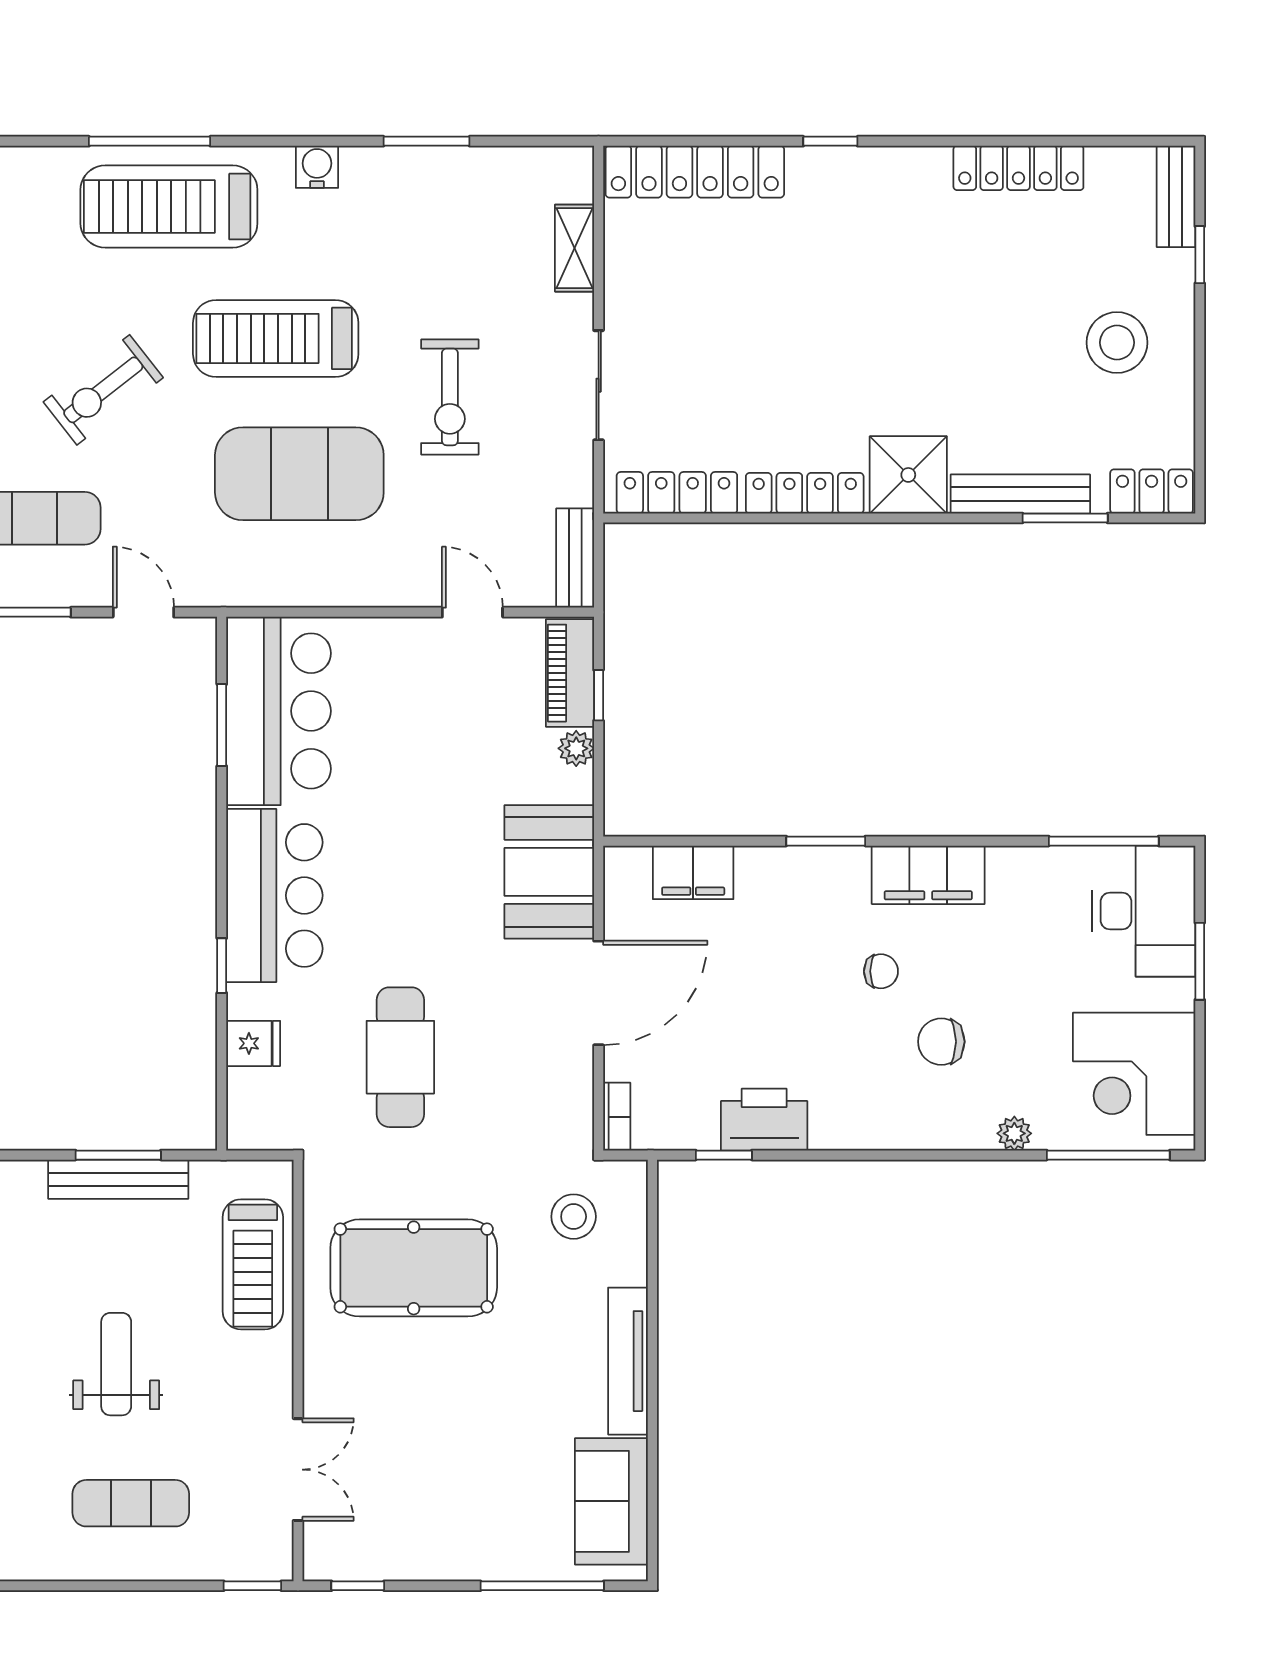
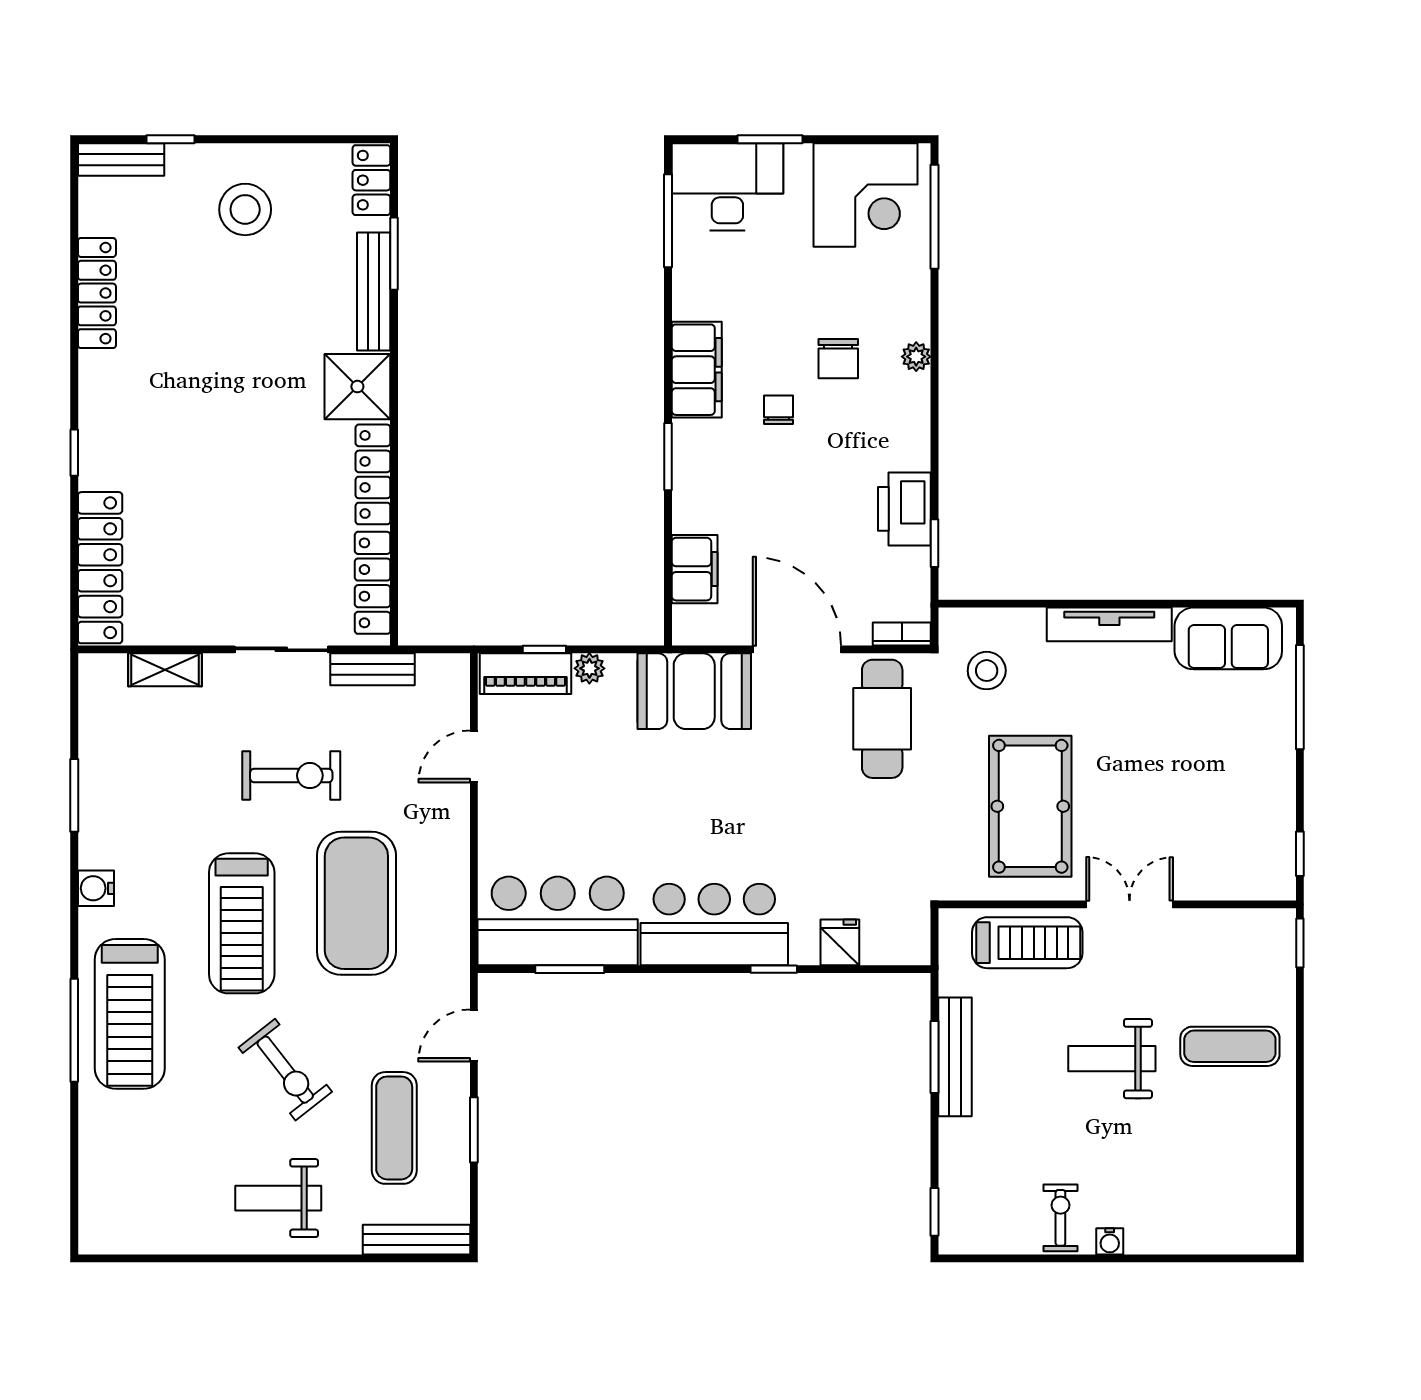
bench: (575, 558) -> (372, 669), moved
cafe table: (400, 1057) -> (882, 719), moved, turned 90
plant: (1014, 1133) -> (916, 357), moved
double door: (298, 1470) -> (1130, 904), moved
exercise mat: (131, 1503) -> (1230, 1046), turned 90

